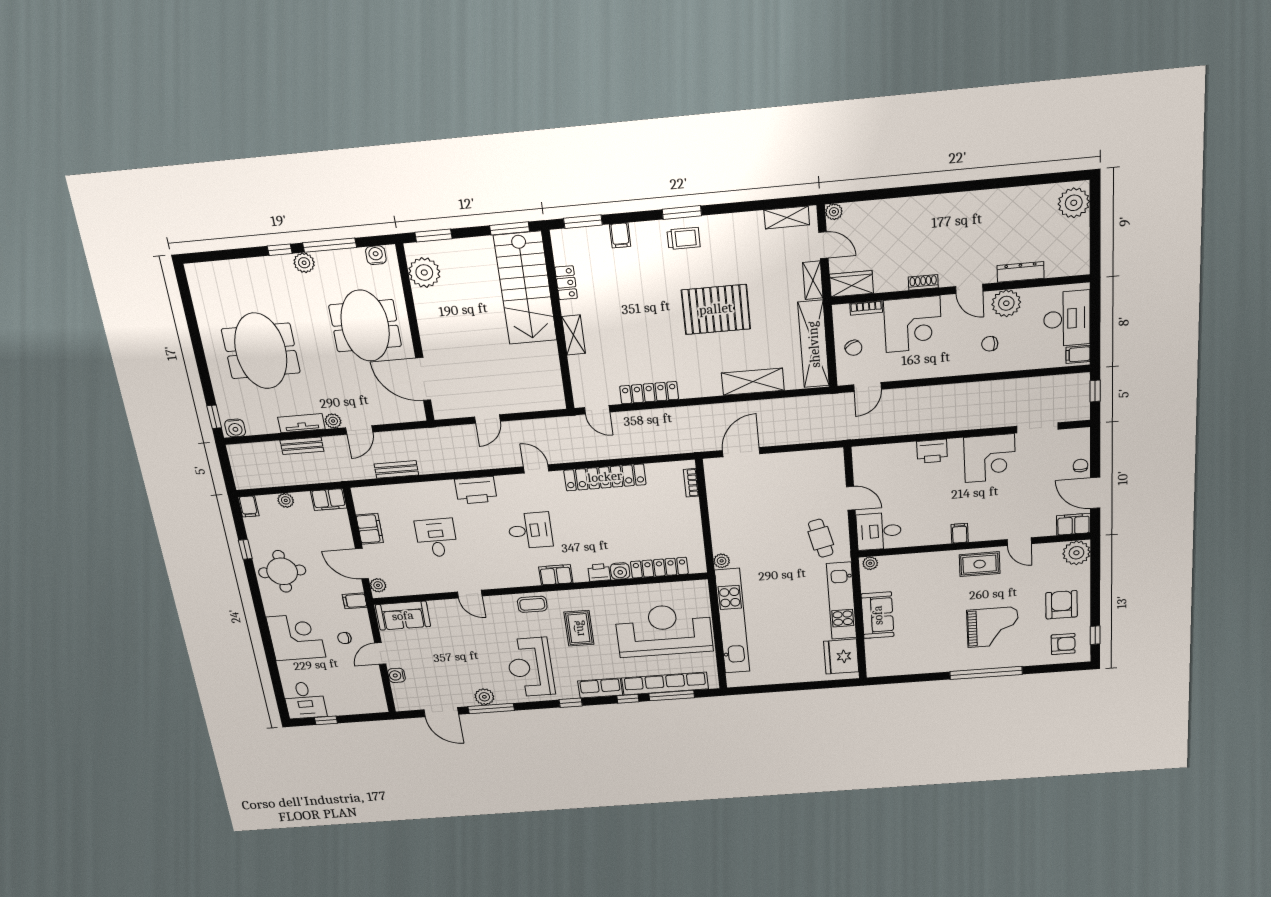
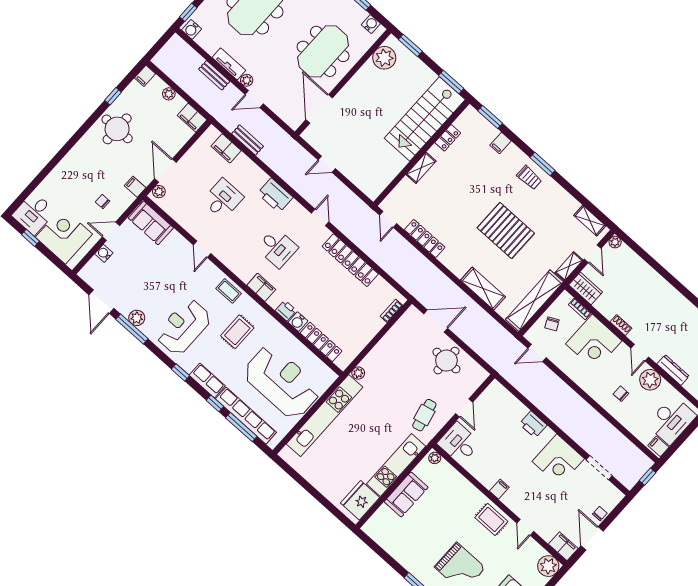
round table: (789, 475) -> (446, 361), added
filing cabinet: (370, 529) -> (226, 148), moved, turned 90
corner desk: (296, 637) -> (64, 236), moved, turned -90

